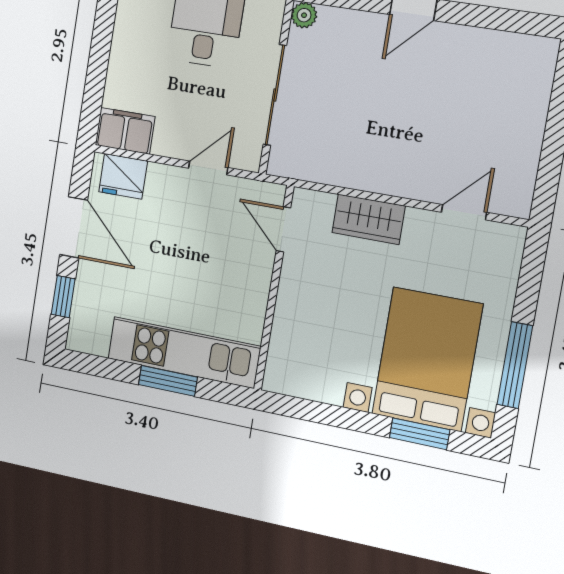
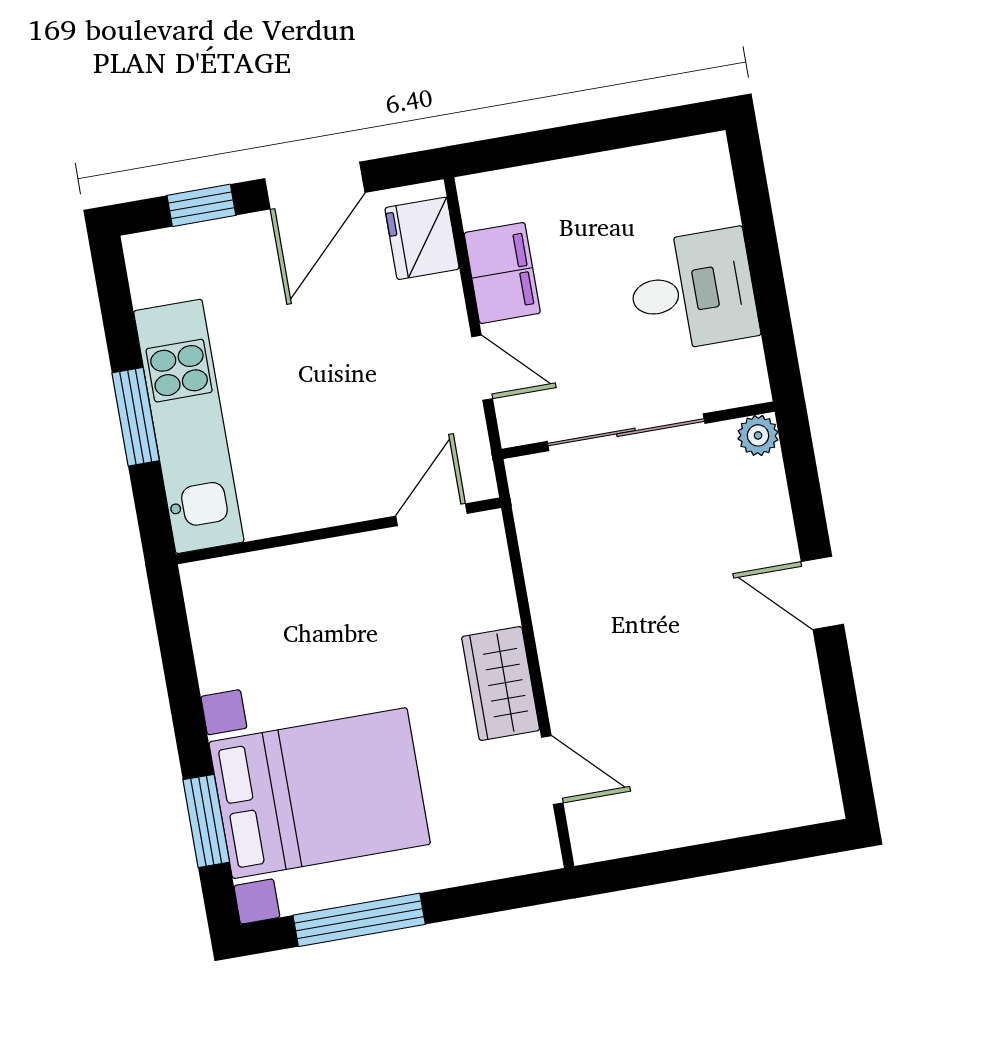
filing cabinet: (125, 131) -> (502, 273), moved
wardrobe: (369, 219) -> (501, 684), moved

